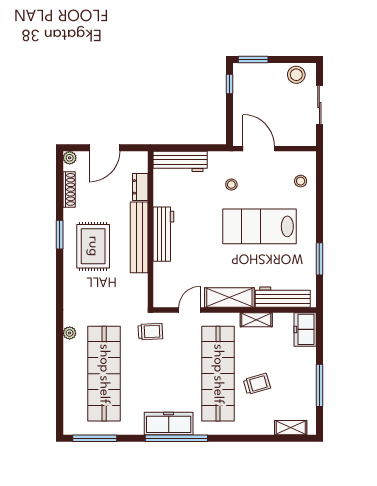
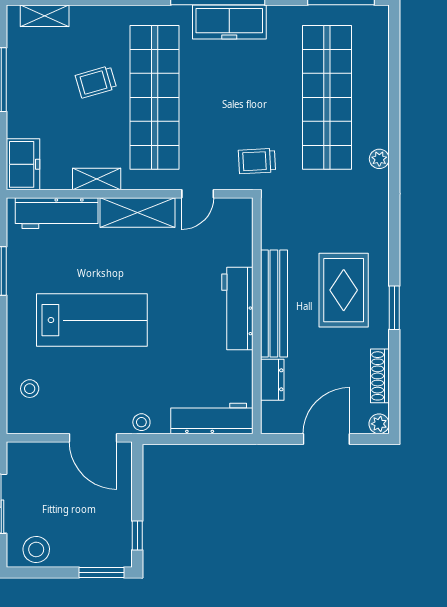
stool: (231, 185) -> (141, 422), moved

